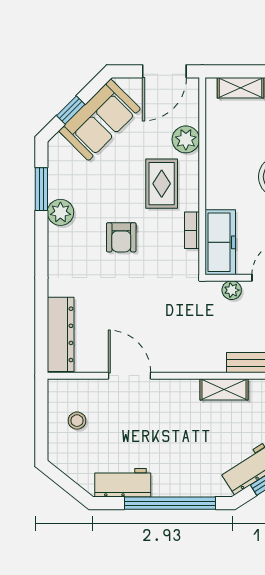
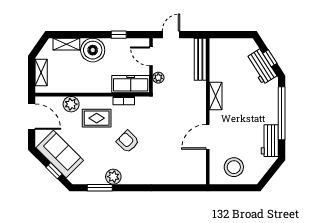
armchair: (121, 237) -> (128, 142), turned -136
dresser: (61, 334) -> (184, 177), removed
shelving: (224, 389) -> (216, 96), moved
stool: (77, 421) -> (234, 167), width x1.89, depth x1.89

